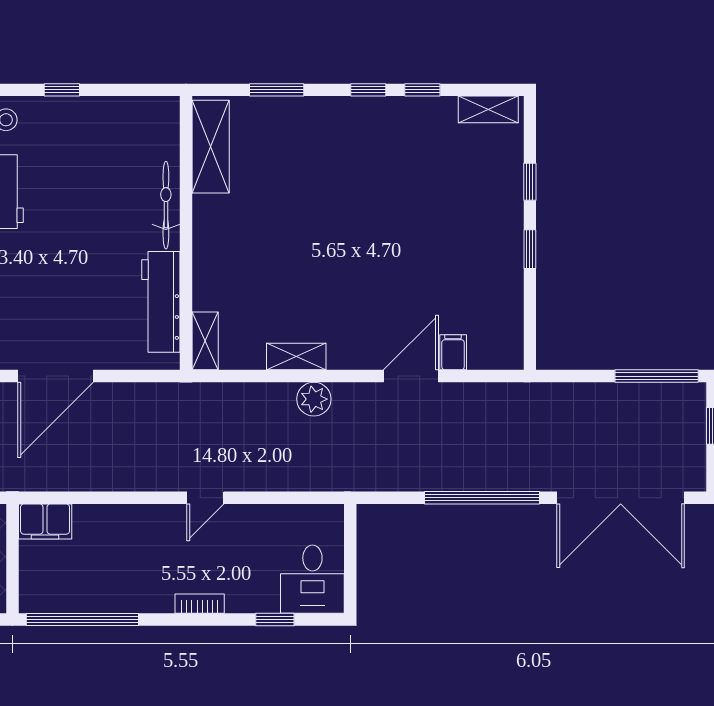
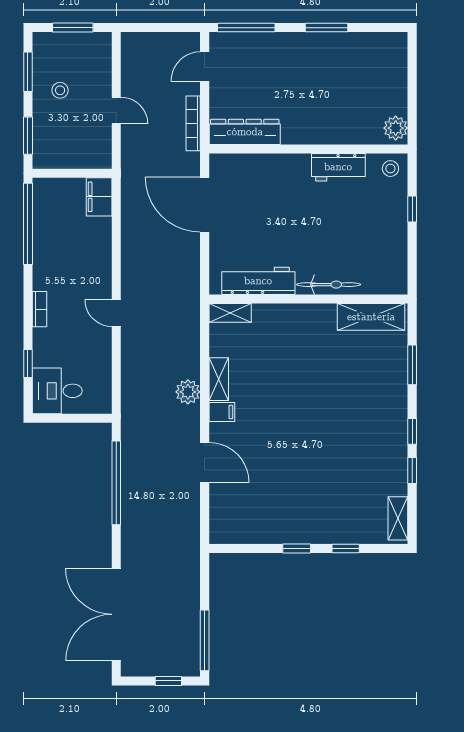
filing cabinet: (453, 352) -> (222, 412), moved
window: (482, 498) -> (116, 483), moved

